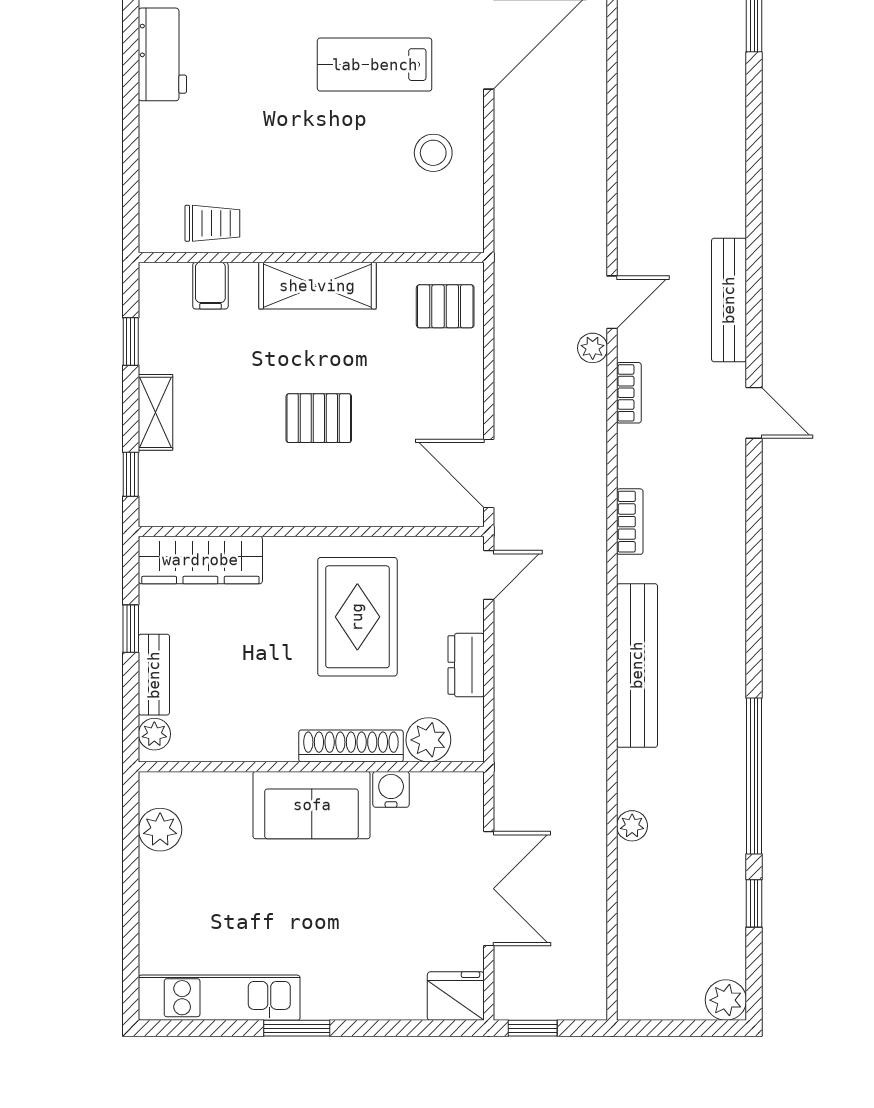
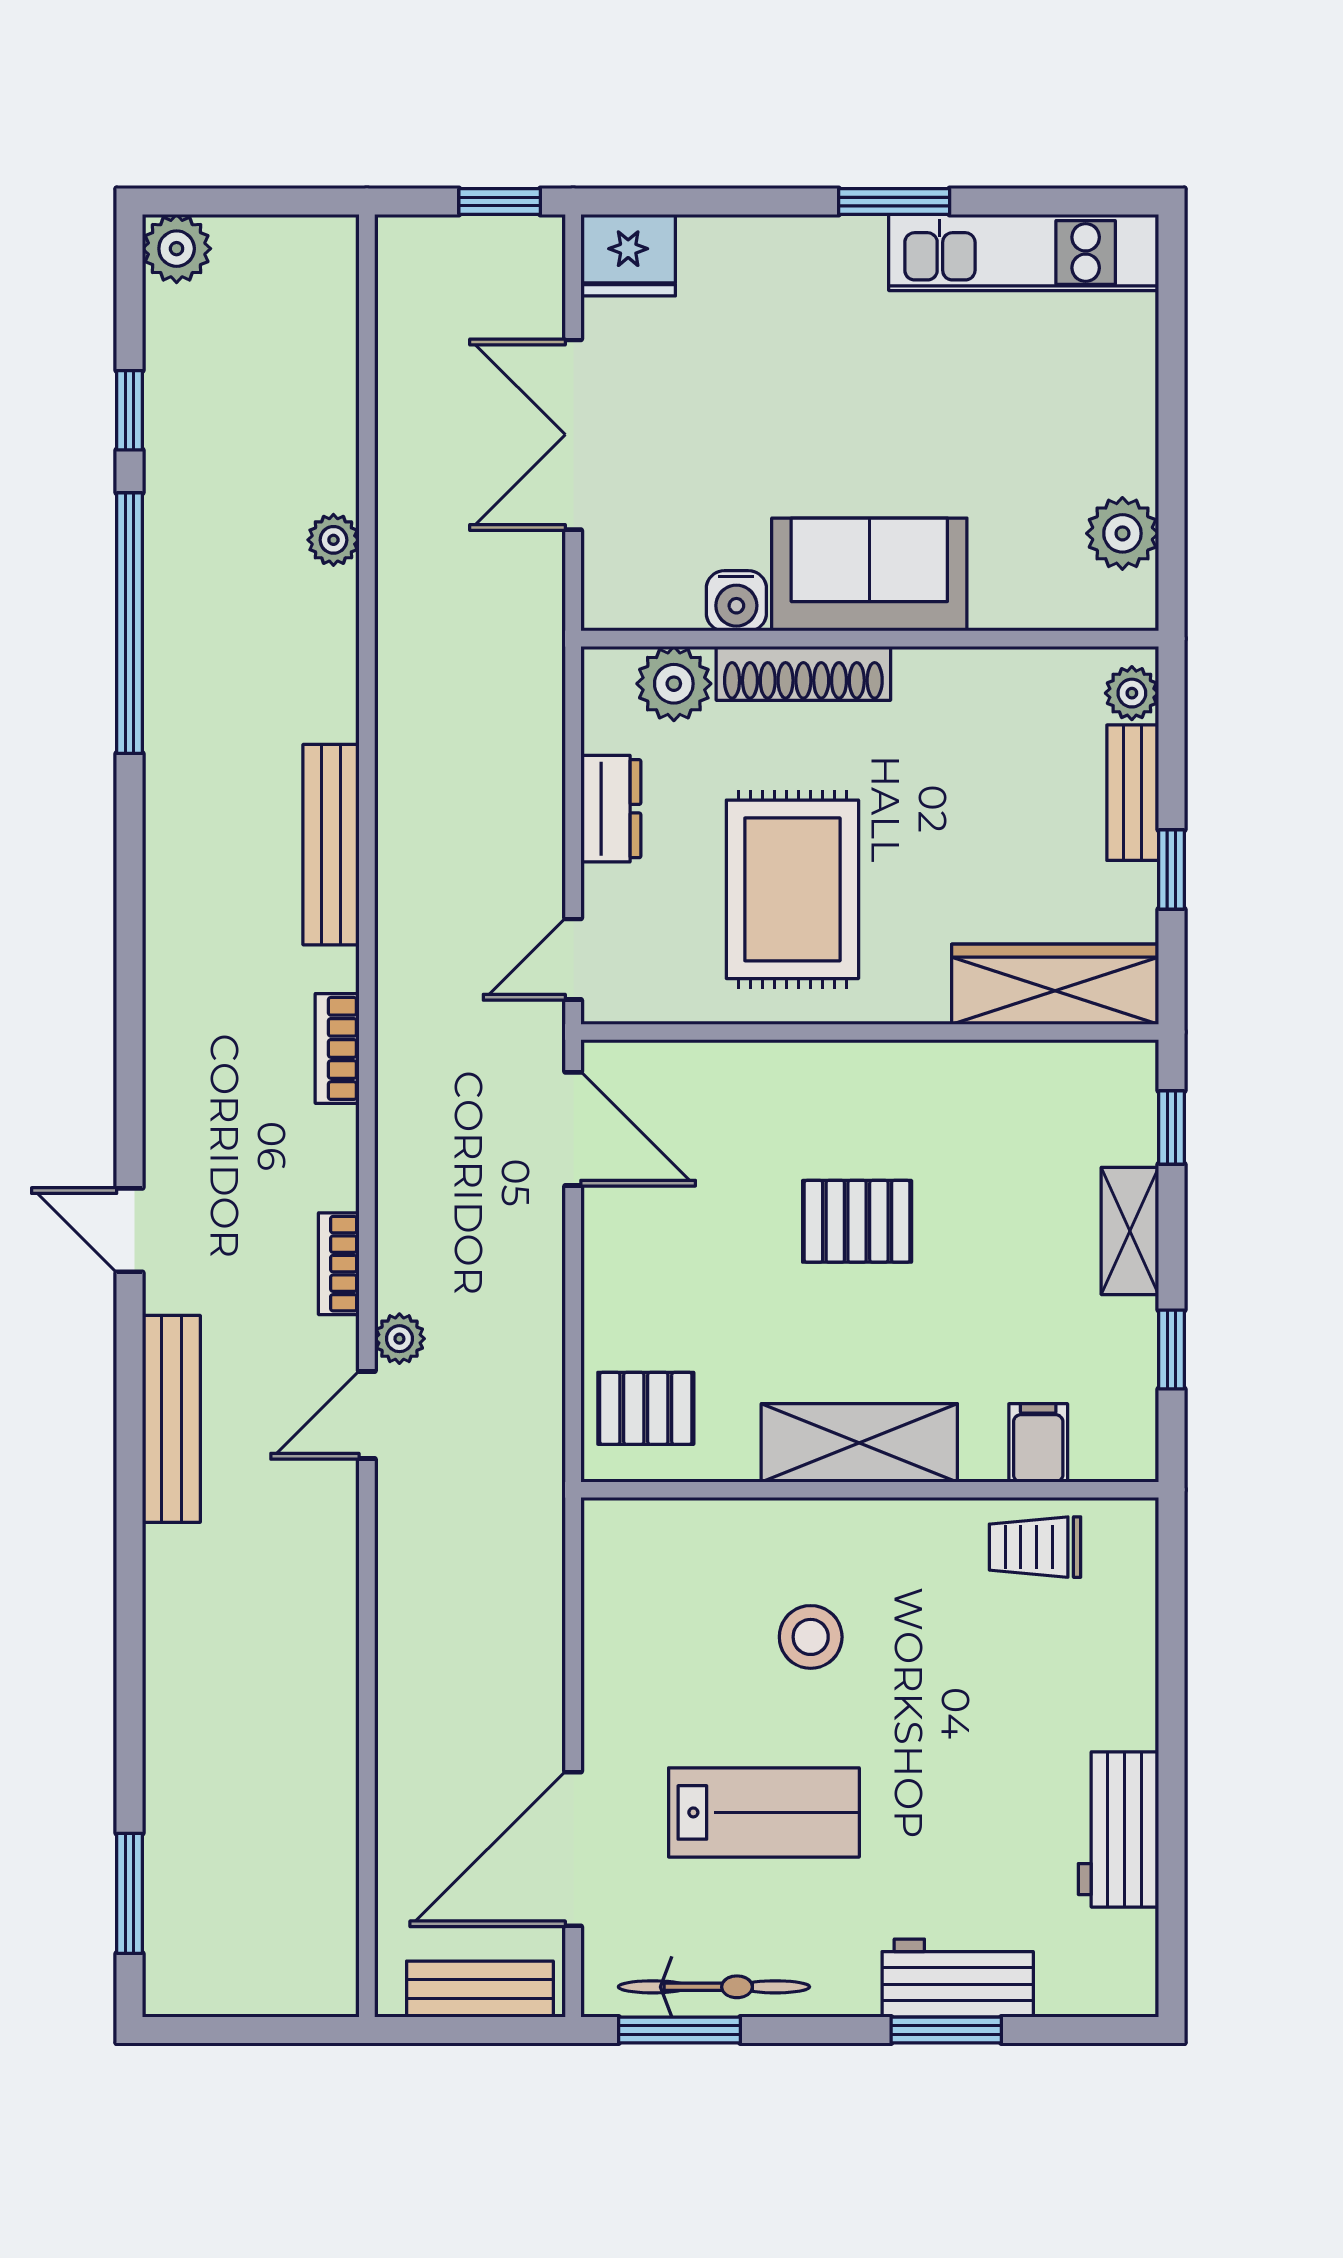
stool: (433, 153) -> (811, 1637), moved
bench: (637, 665) -> (331, 845), width x0.73, depth x0.82

